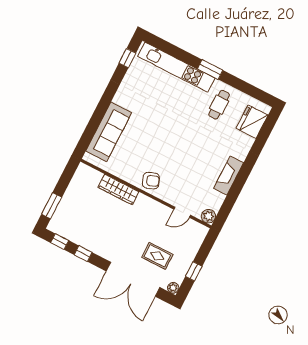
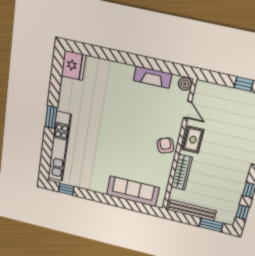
cafe table: (219, 105) -> (79, 101), removed
fridge: (252, 122) -> (73, 65), moved, turned -90
fireplace: (229, 176) -> (153, 77), moved
bench: (73, 189) -> (192, 210), added
rug: (157, 256) -> (193, 140), moved

